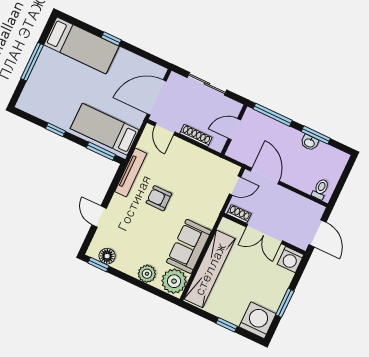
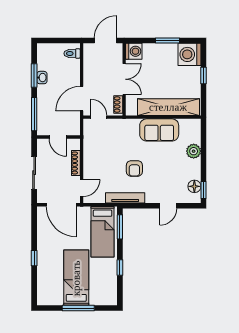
bed: (81, 45) -> (76, 278), moved
plant: (174, 281) -> (190, 129), removed

